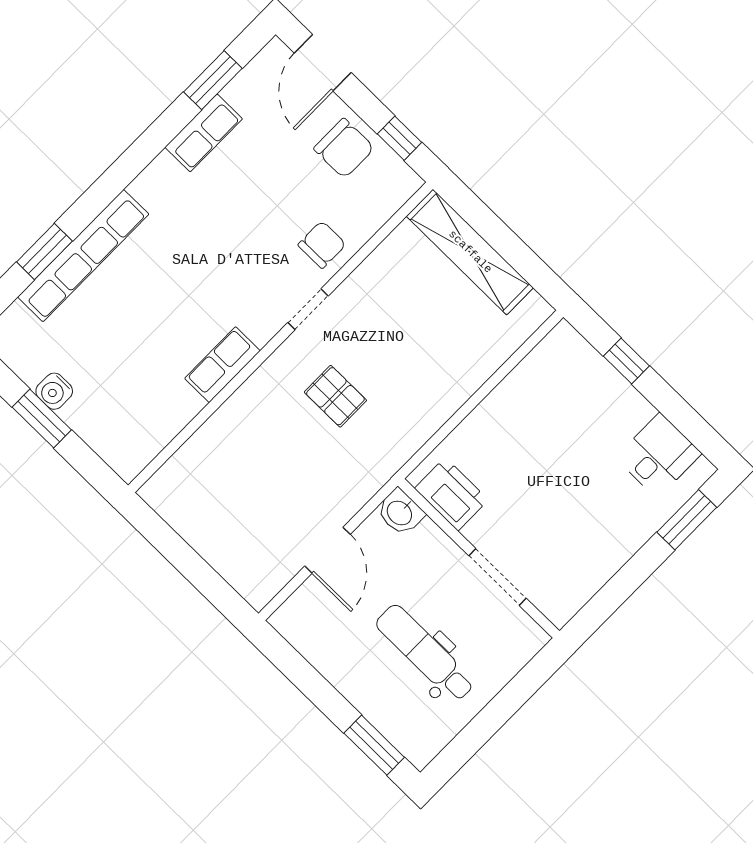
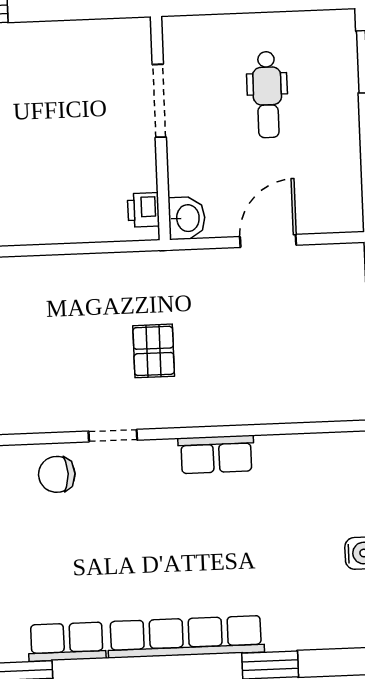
row of seats: (83, 256) -> (186, 637), moved
printer: (451, 494) -> (143, 210), width x0.53, depth x0.68
dental chair: (425, 653) -> (267, 95), width x0.73, depth x0.72

